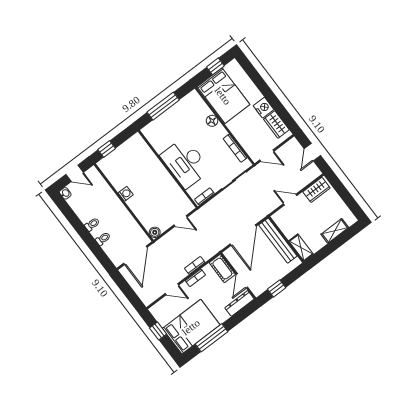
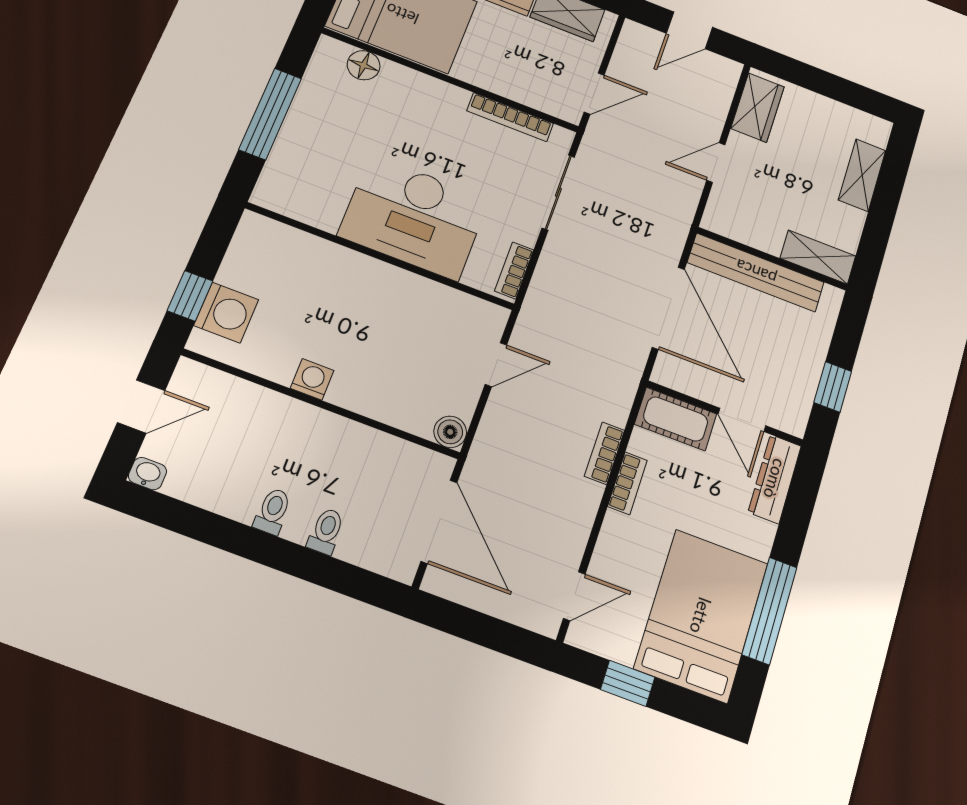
floor lamp: (212, 121) -> (364, 65), moved
door: (312, 152) -> (689, 30), hinge flipped
washing machine: (114, 160) -> (226, 313), added
door: (172, 289) -> (574, 596), moved

